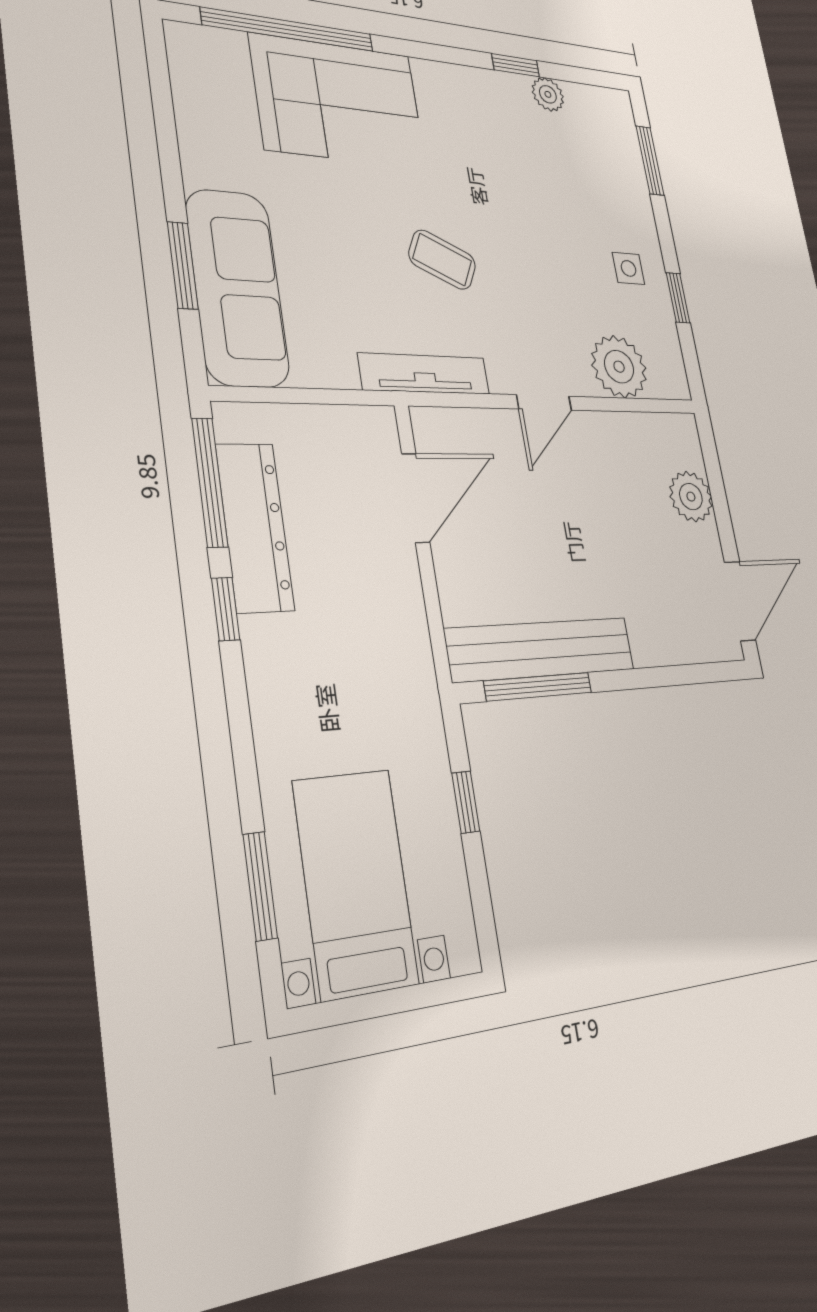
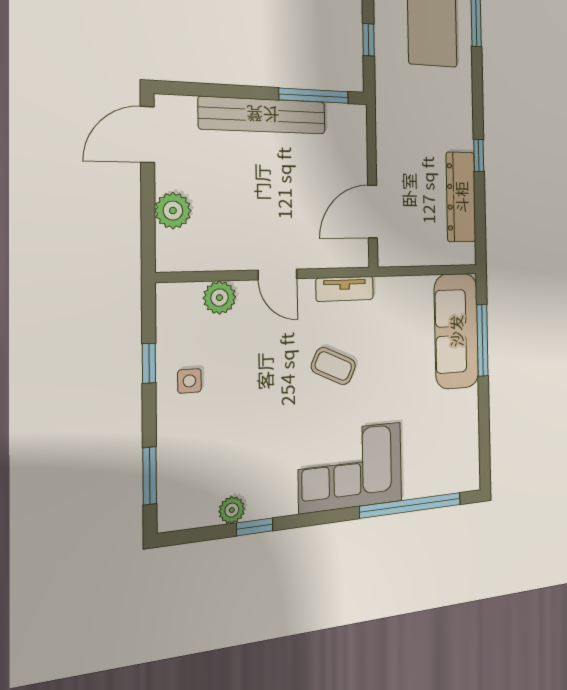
corner sofa: (339, 102) -> (351, 467), moved
window: (183, 265) -> (482, 340), width x1.44
plant: (619, 367) -> (220, 298), width x0.73, depth x0.73
tv unit: (424, 374) -> (345, 289), width x0.71
door: (544, 403) -> (278, 274), swing flipped
window: (210, 482) -> (480, 221), removed
bench: (541, 649) -> (263, 115), moved

